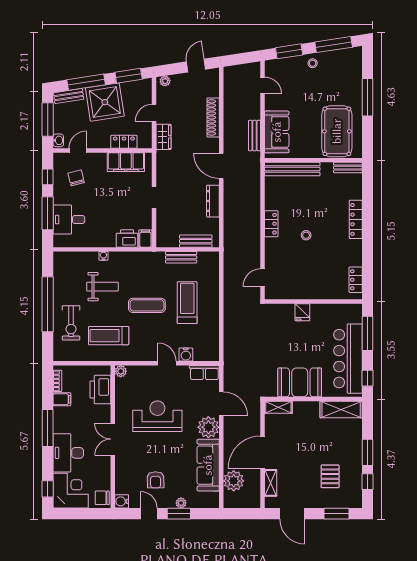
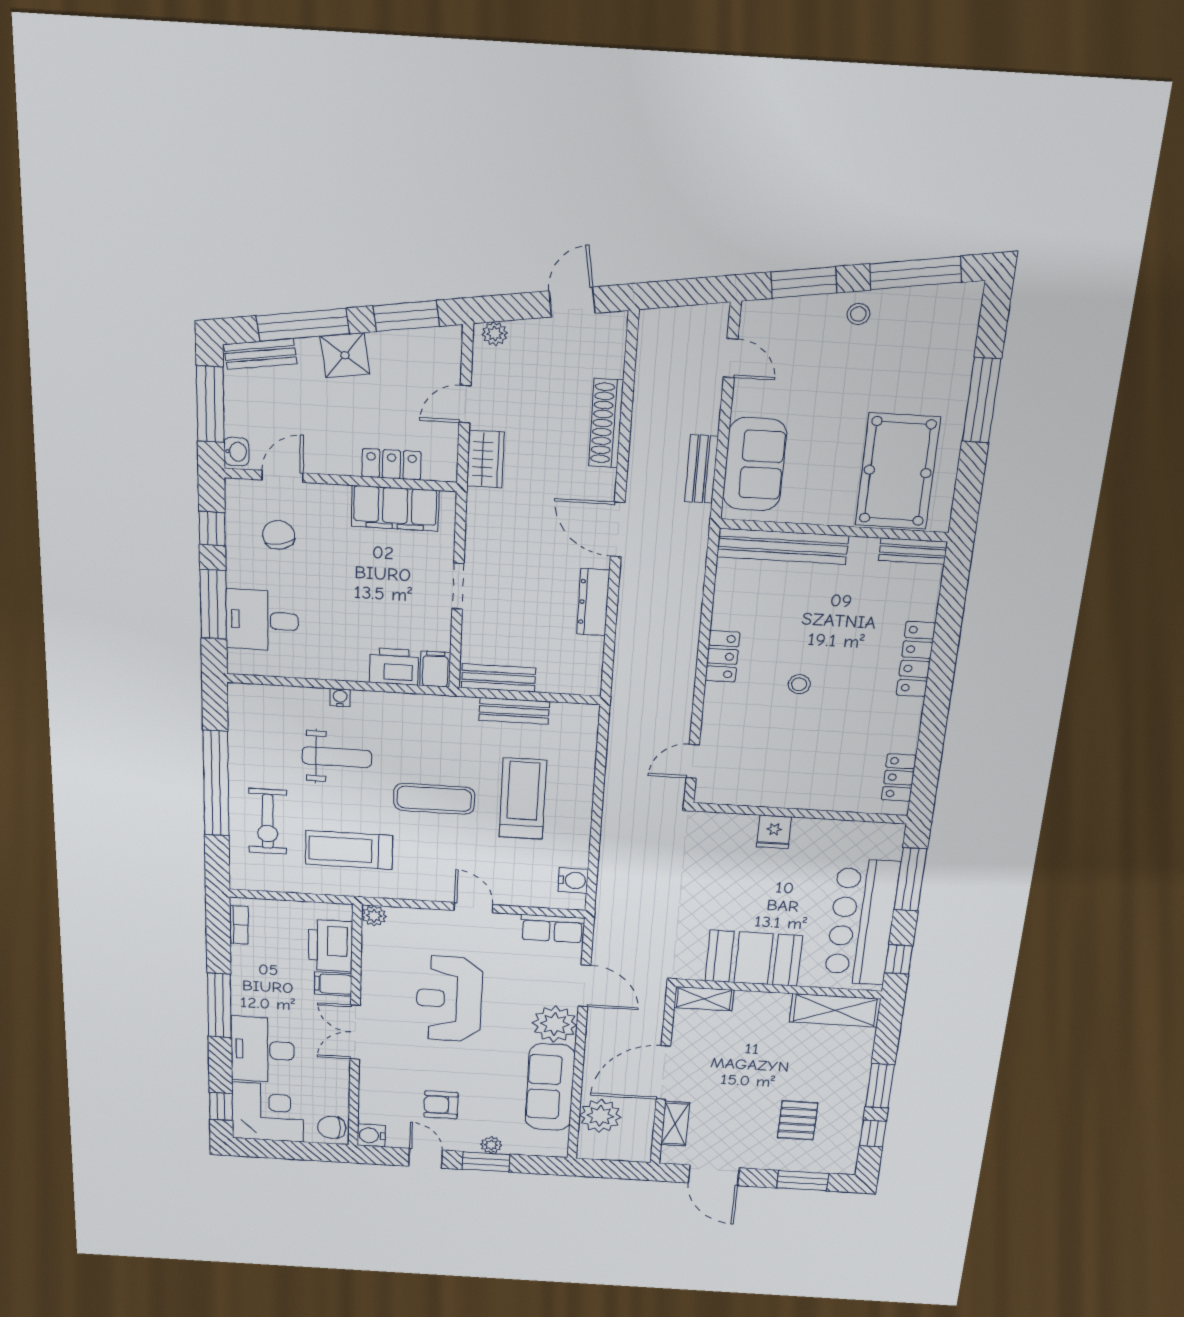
shower: (105, 102) -> (345, 355), width x0.54, depth x0.54
bench: (196, 241) -> (498, 678), moved
water cooler: (186, 355) -> (573, 880), moved, turned -90
filing cabinet: (62, 399) -> (333, 984), moved, turned 180
reception desk: (157, 416) -> (449, 999), turned -90
armchair: (156, 480) -> (441, 1105), turned 91

